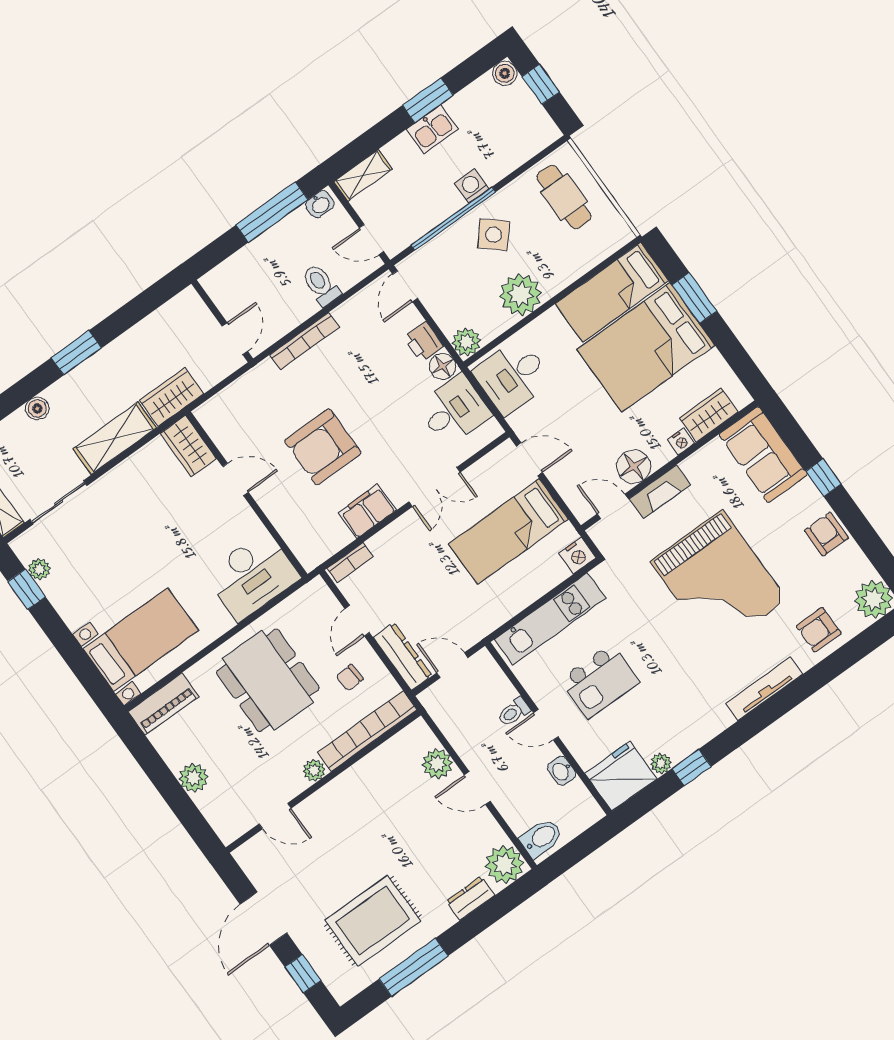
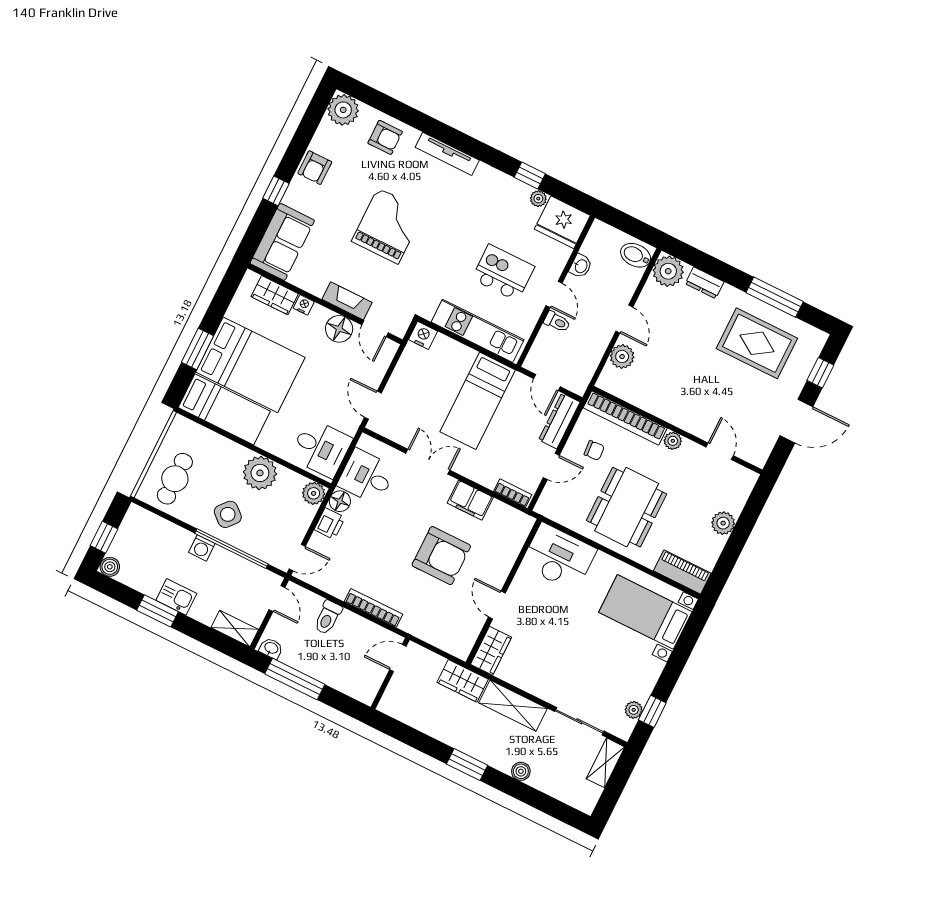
bed: (508, 532) -> (478, 401), moved, turned 90
grand piano: (719, 581) -> (388, 226), width x0.73, depth x0.68

